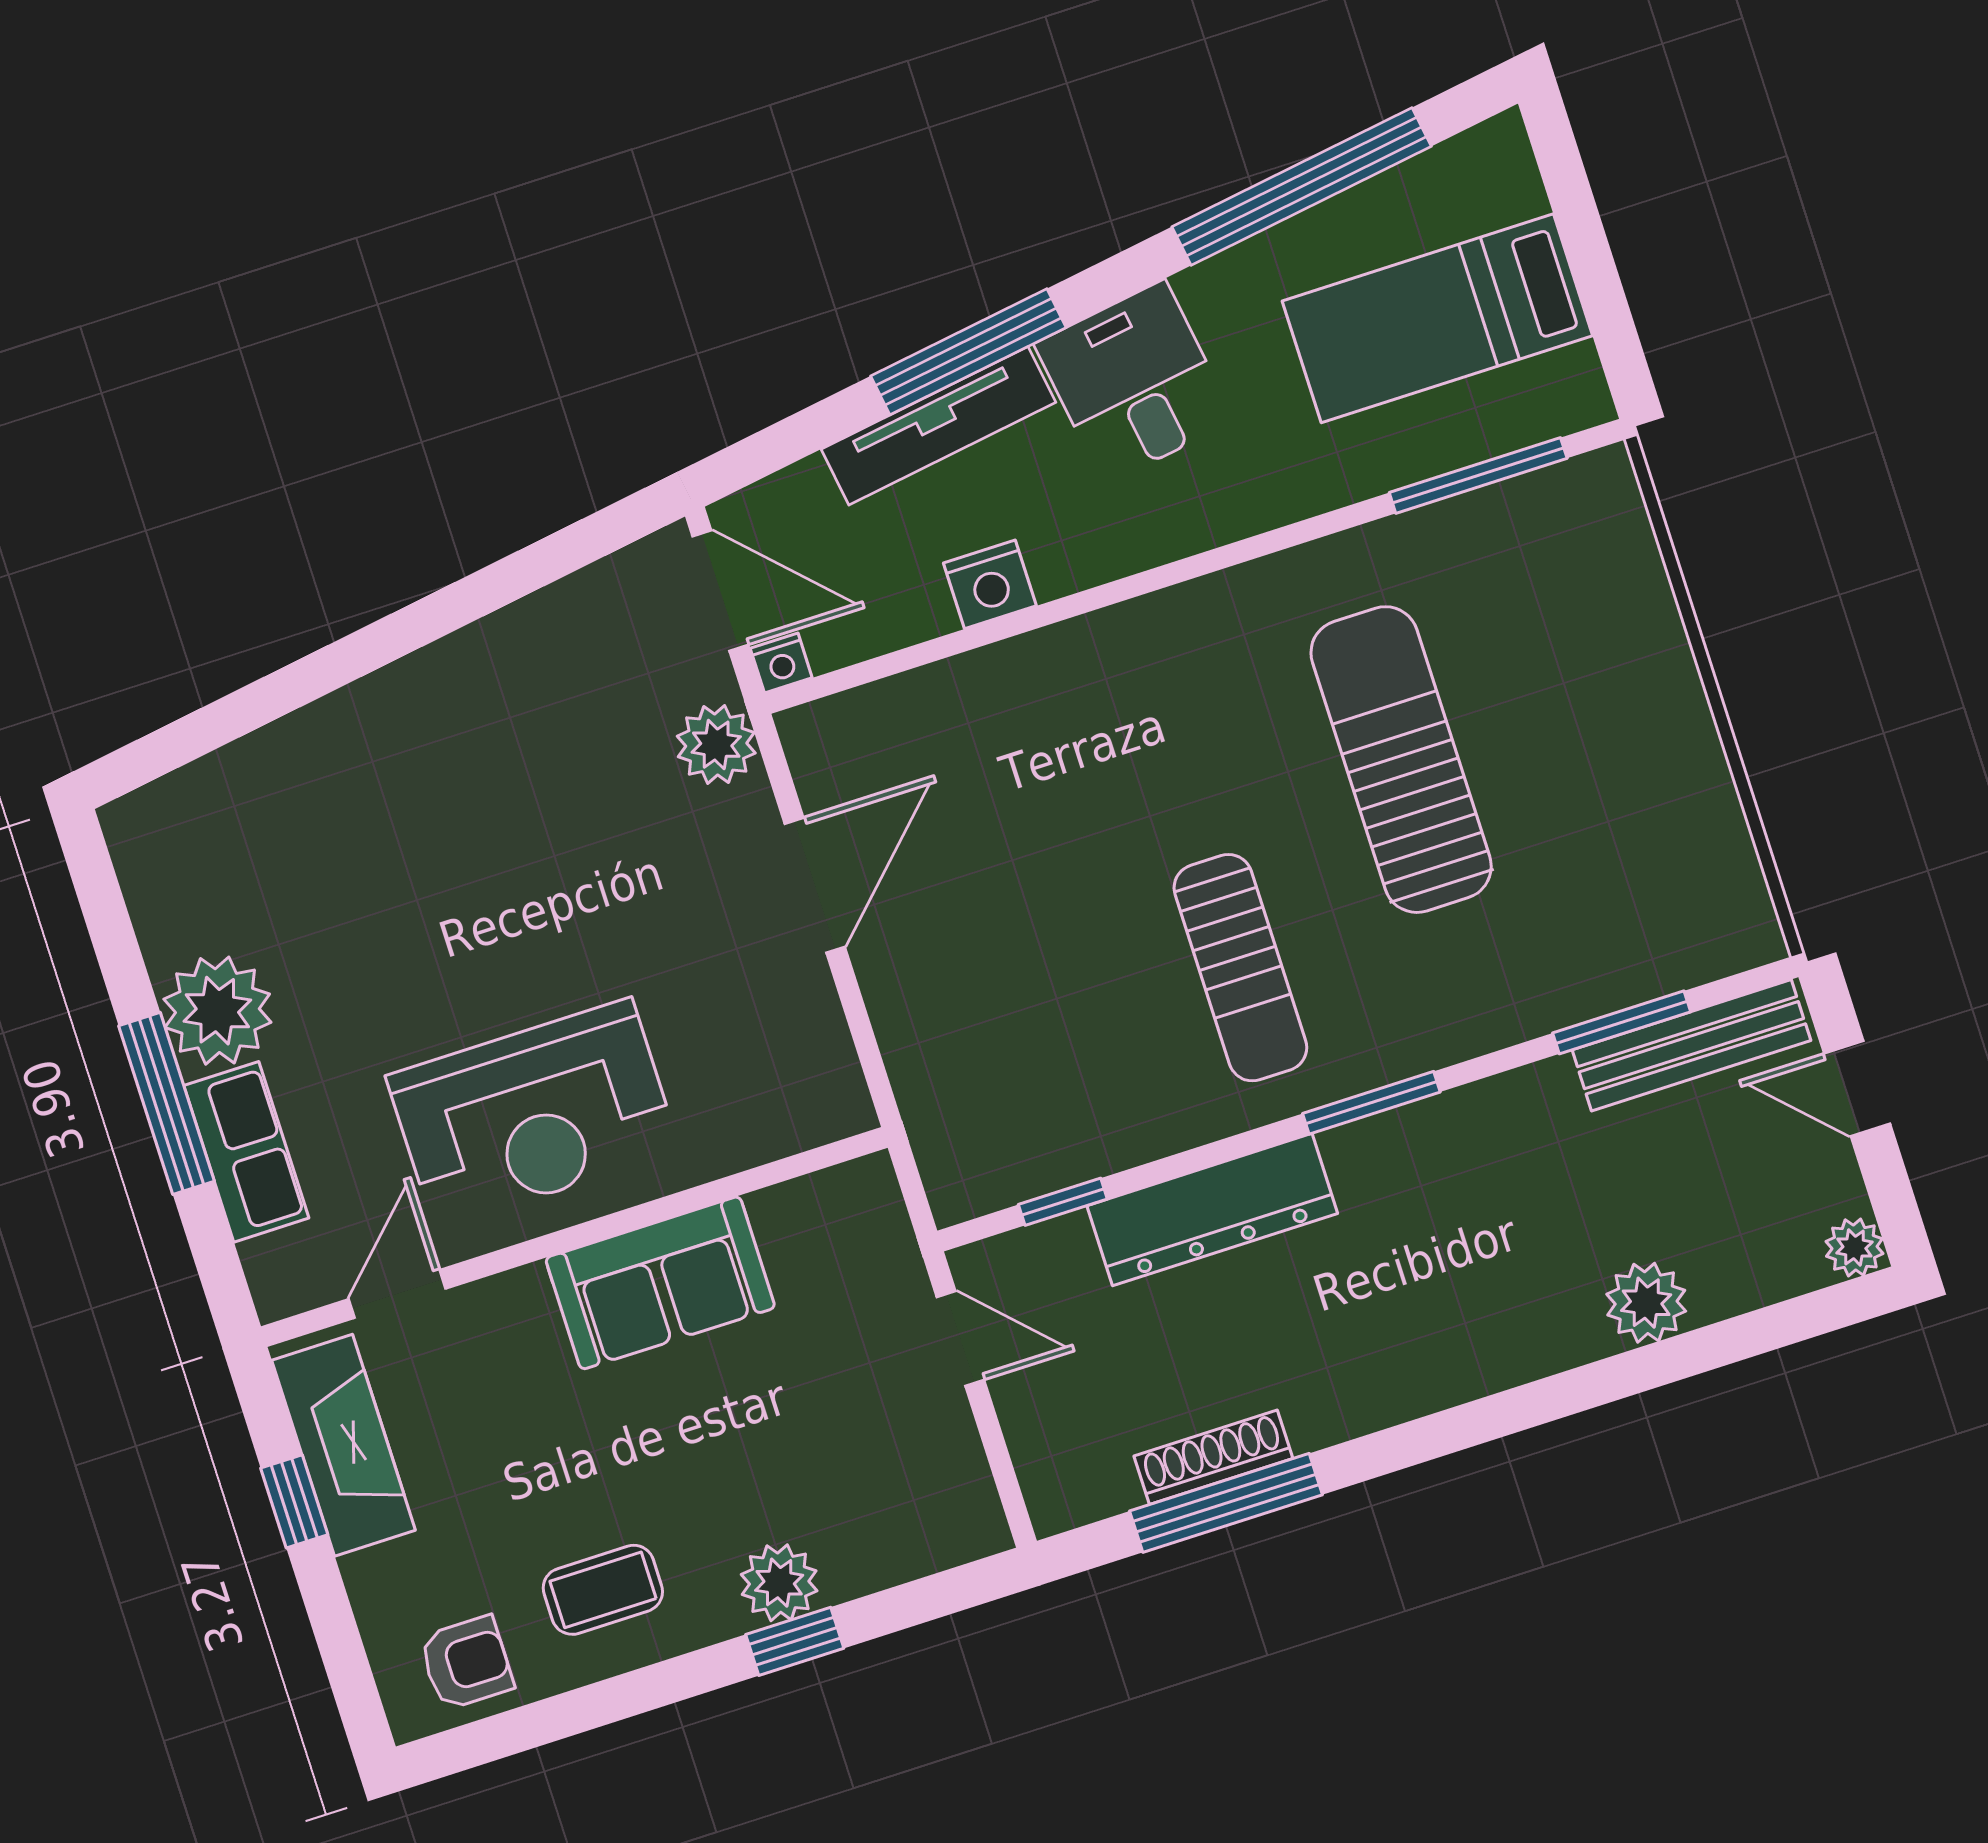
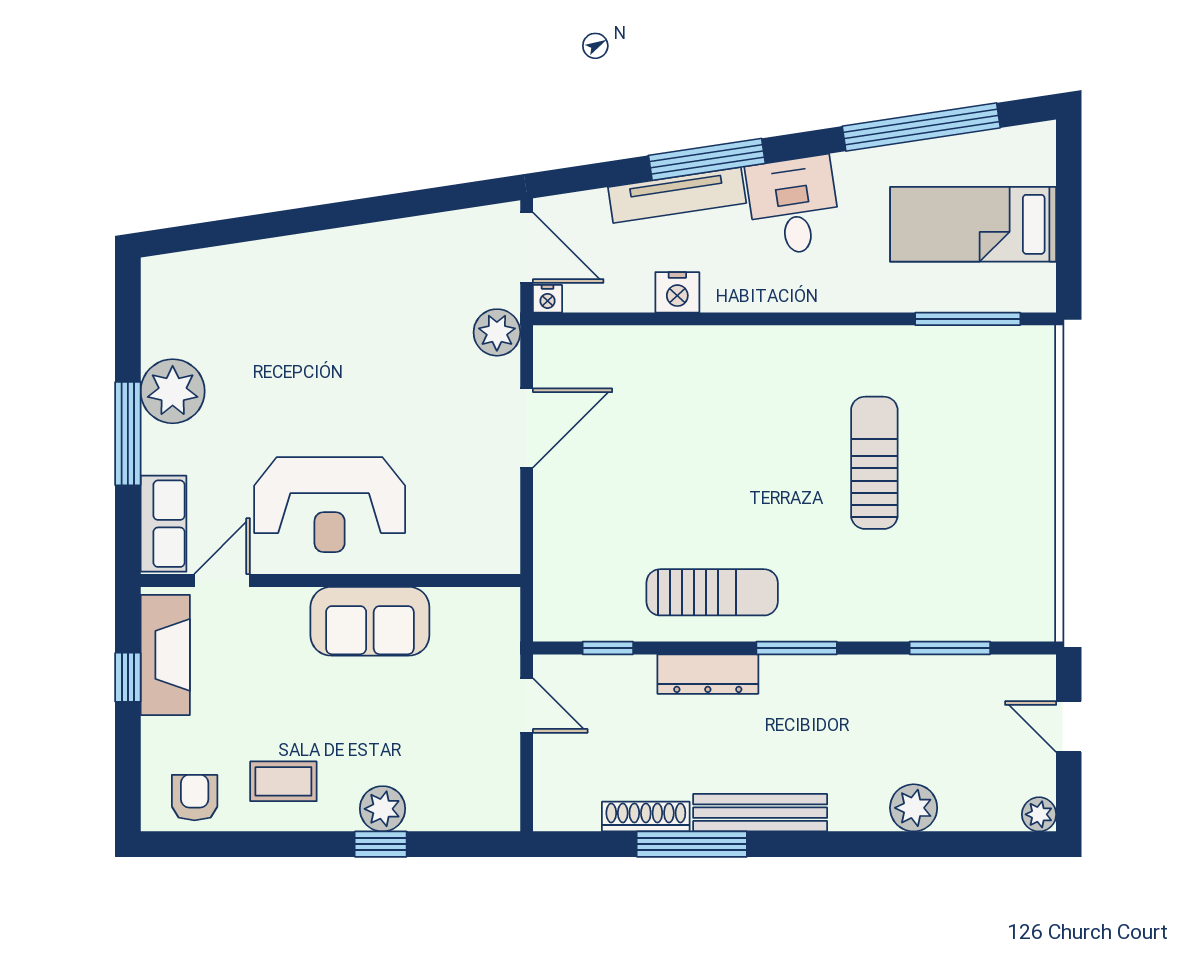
sun lounger: (1401, 760) -> (874, 463), width x0.73, depth x0.75
sun lounger: (1240, 968) -> (712, 592), moved, turned -90
bench: (1691, 1045) -> (760, 813), moved
row of seats: (246, 1152) -> (164, 524), moved
dresser: (1212, 1210) -> (708, 674), width x0.73, depth x0.80
window: (1226, 1503) -> (692, 844), moved
armchair: (466, 1663) -> (195, 798), turned -90

